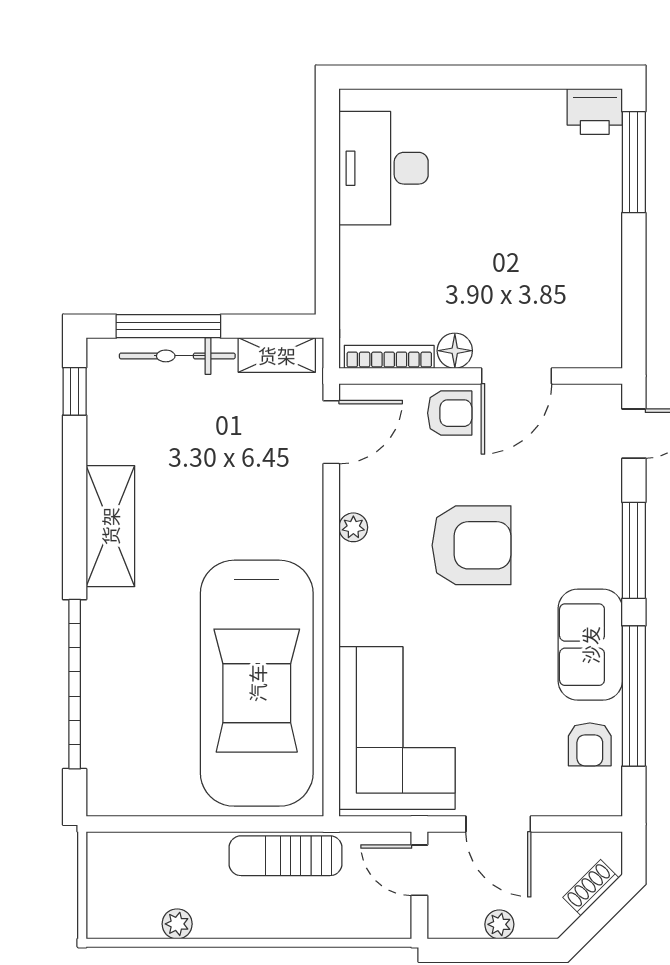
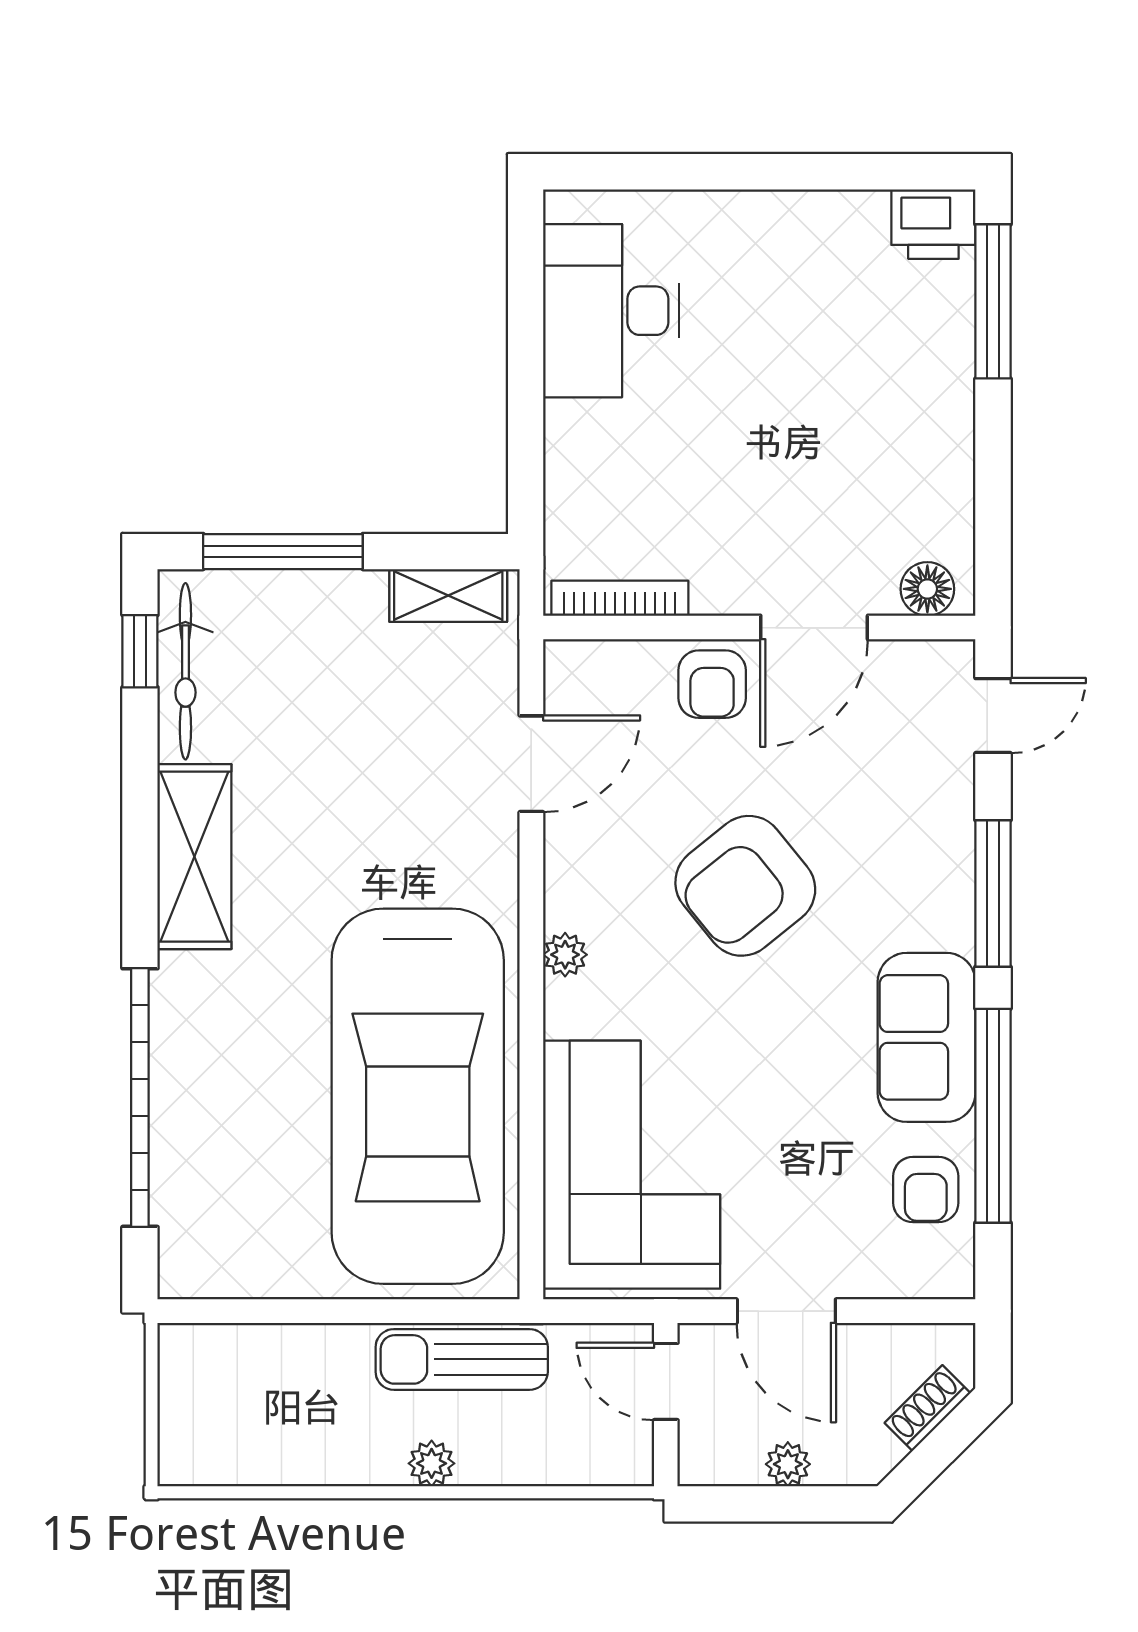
floor lamp: (455, 351) -> (927, 589), moved
bicycle: (177, 356) -> (185, 671), moved, turned -90
armchair: (450, 413) -> (712, 684), turned 90
door: (331, 432) -> (531, 764), moved
plant: (353, 527) -> (565, 955), moved
armchair: (471, 545) -> (745, 886), turned 141
plant: (177, 924) -> (432, 1463), moved

